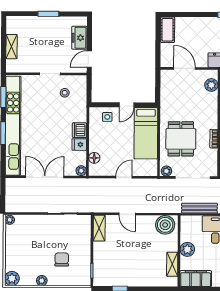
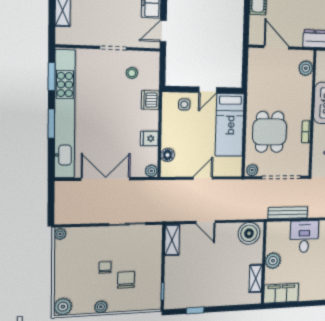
dishwasher: (79, 130) -> (150, 100), moved
chair: (45, 248) -> (105, 267), added

